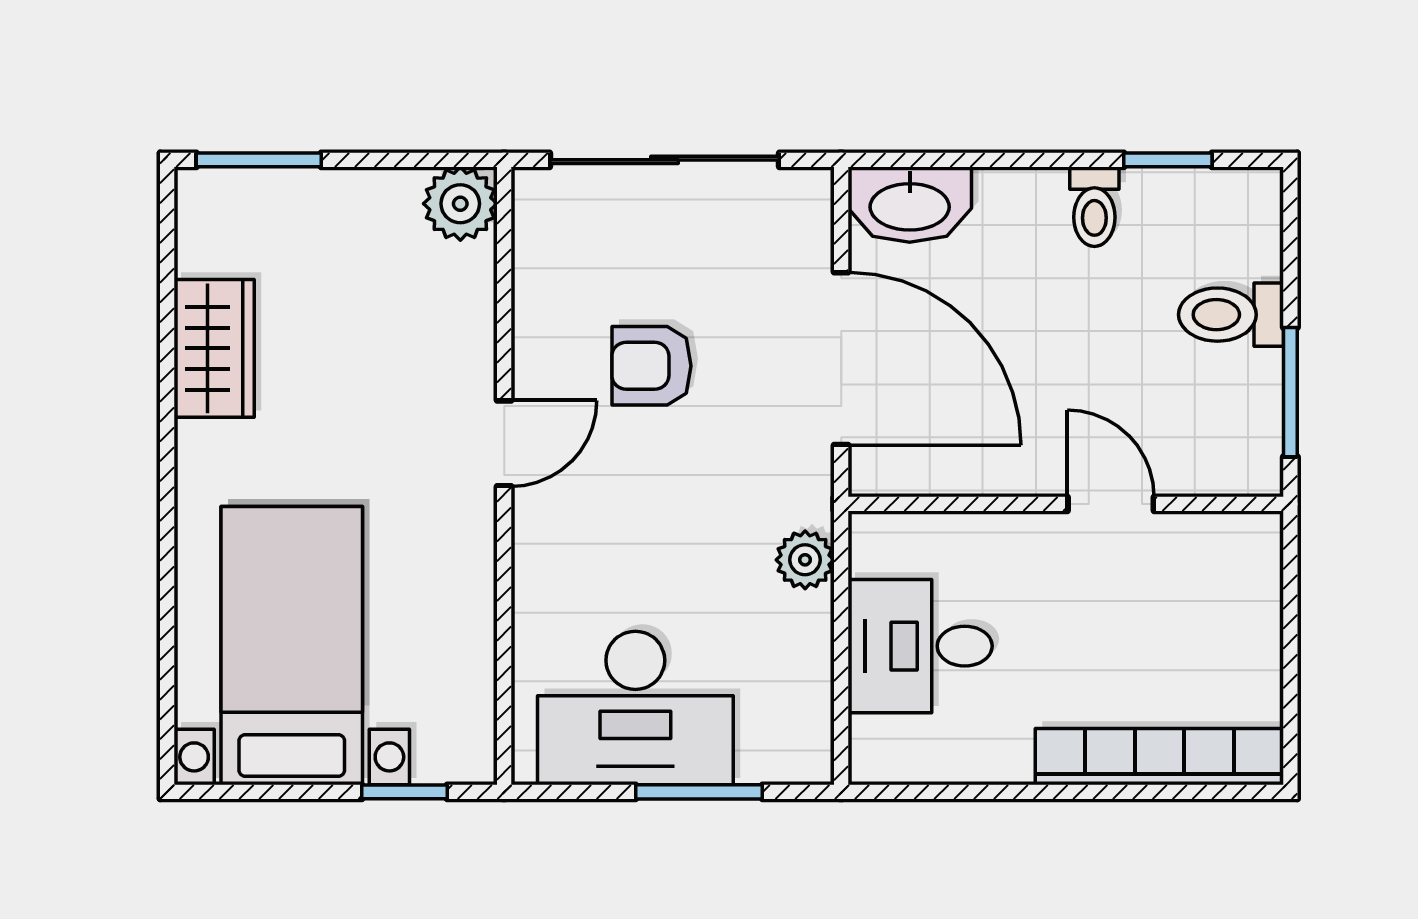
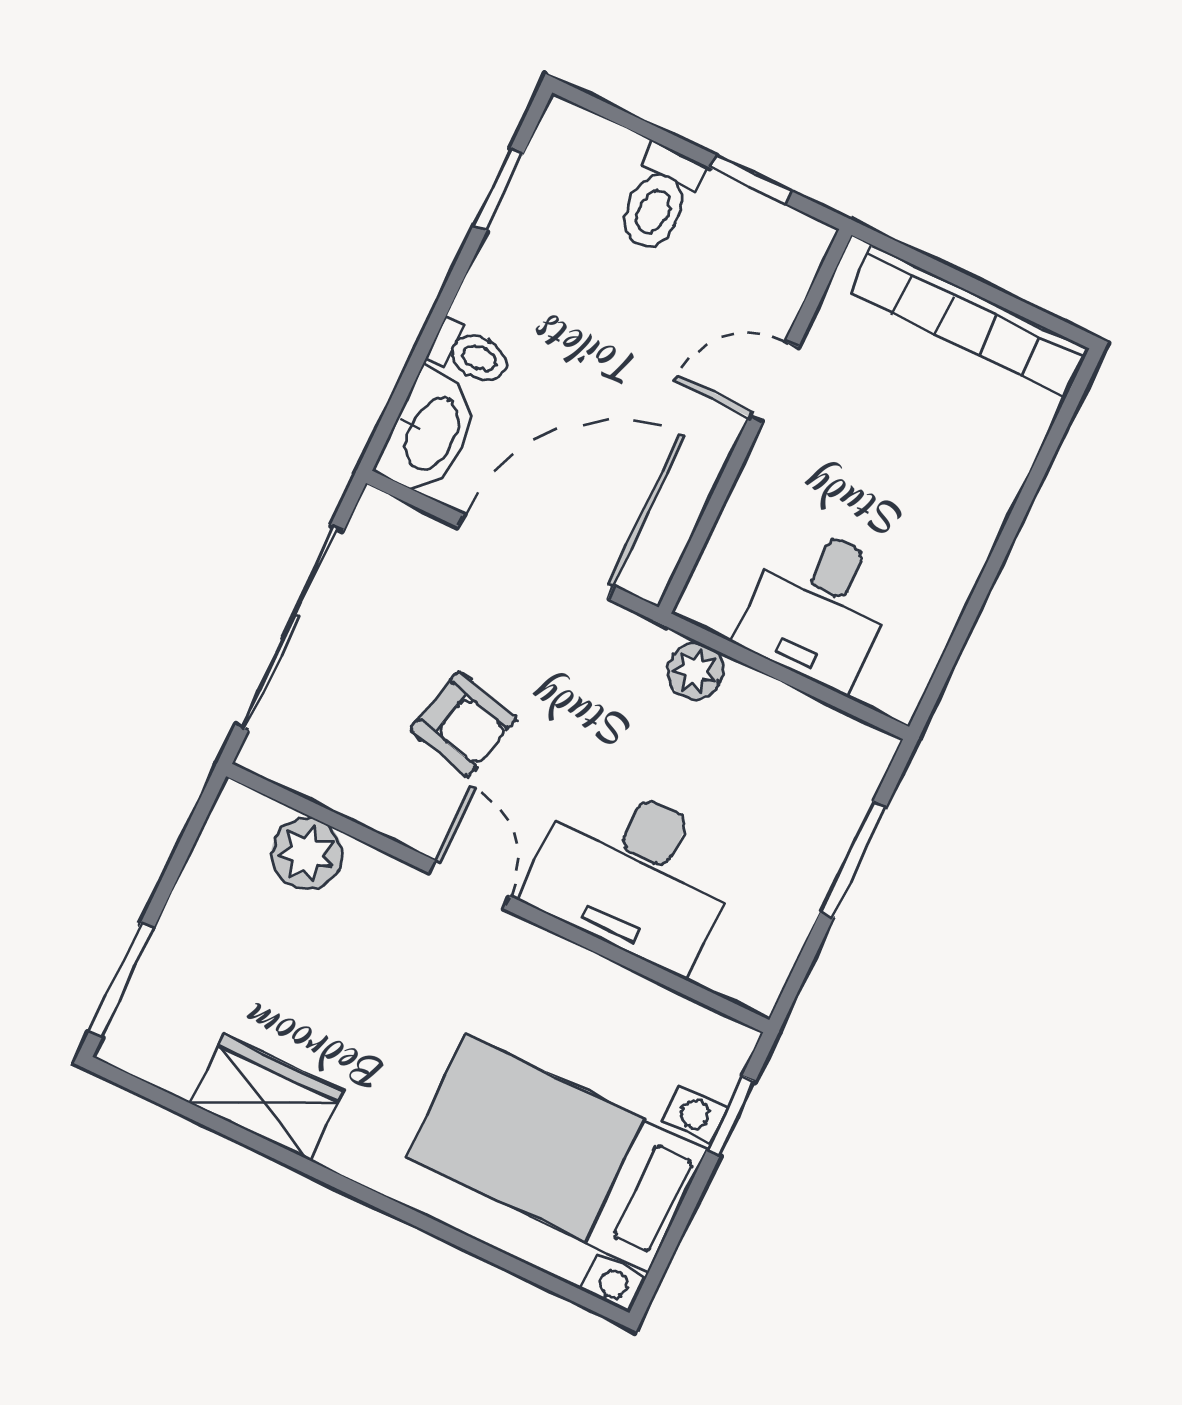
plant: (460, 204) -> (307, 854), moved
toilet: (1094, 207) -> (470, 354), moved
armchair: (651, 366) -> (463, 724), turned -76
window: (1290, 392) -> (751, 180), width x0.67
desk: (635, 708) -> (634, 874), moved, turned 90
bookcase: (1159, 757) -> (968, 320), moved, turned -90

